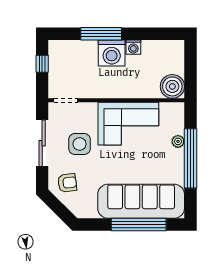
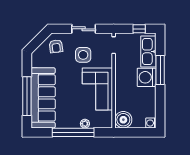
washing machine: (133, 47) -> (151, 123), moved
kitchen sink: (75, 51) -> (148, 51), added
sliding door: (42, 143) -> (84, 29), width x0.73

